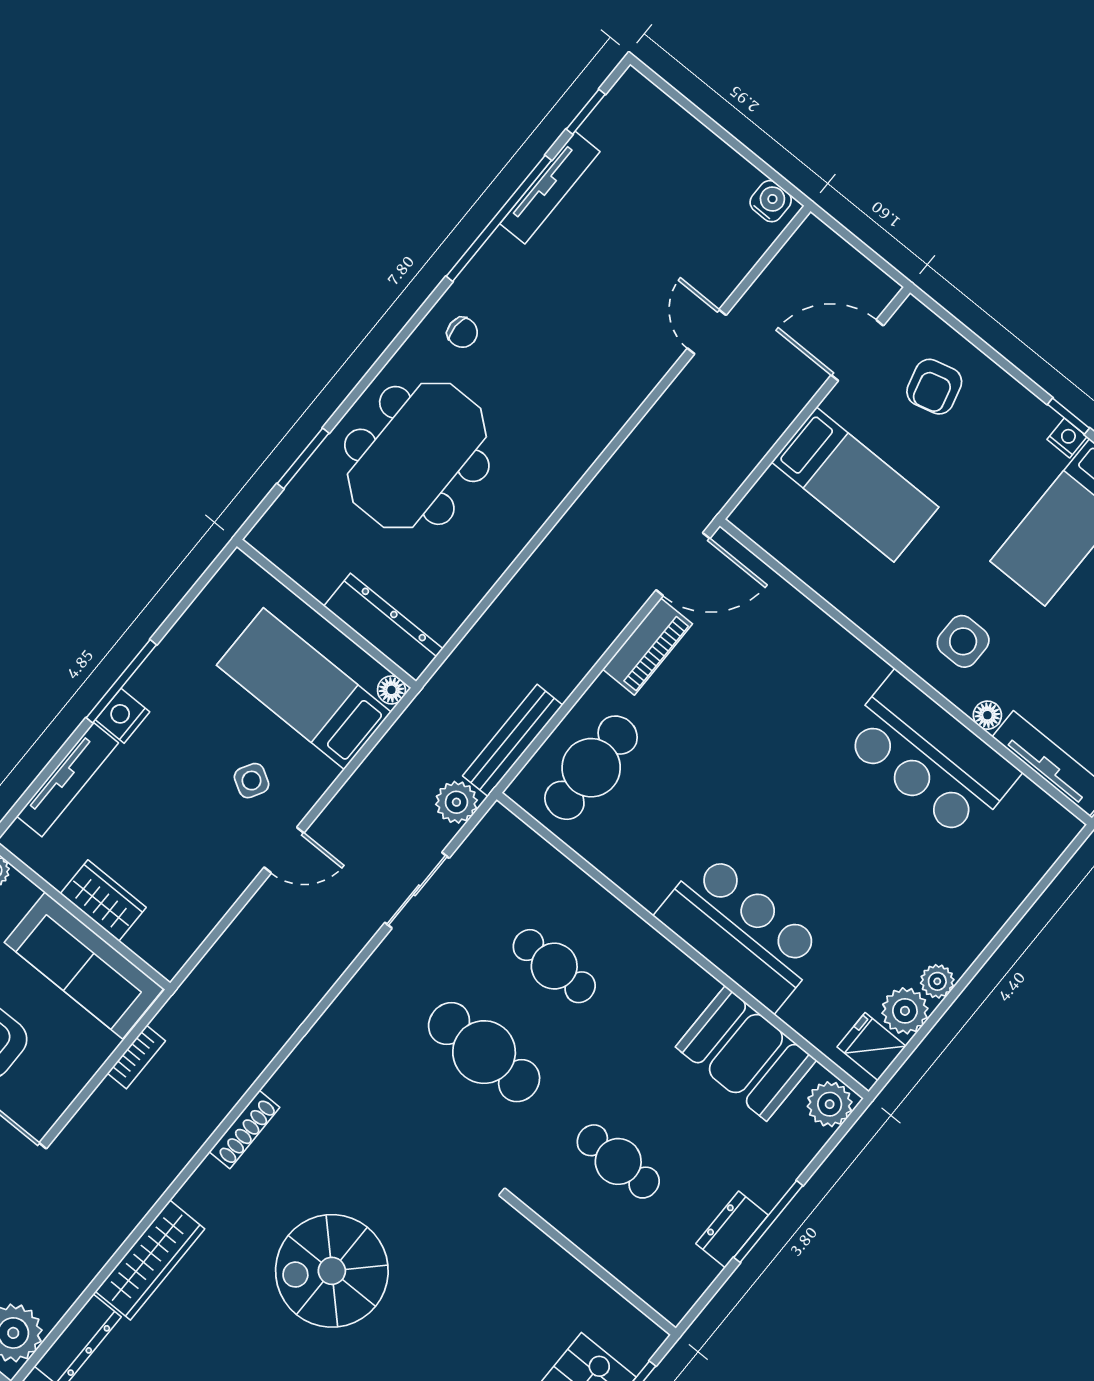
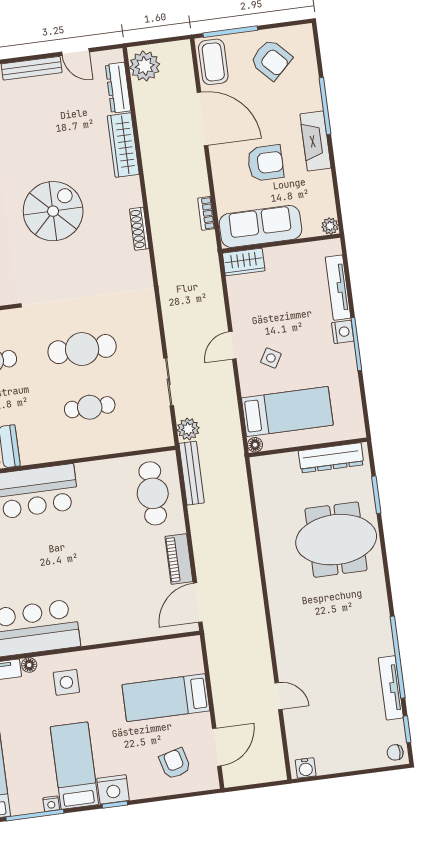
chair: (462, 332) -> (395, 752), moved
nightstand: (1067, 438) -> (113, 789), width x1.89, depth x1.79
meeting table: (417, 455) -> (336, 540), turned 90
dresser: (383, 627) -> (331, 458), moved
wardrobe: (103, 901) -> (244, 262), moved

